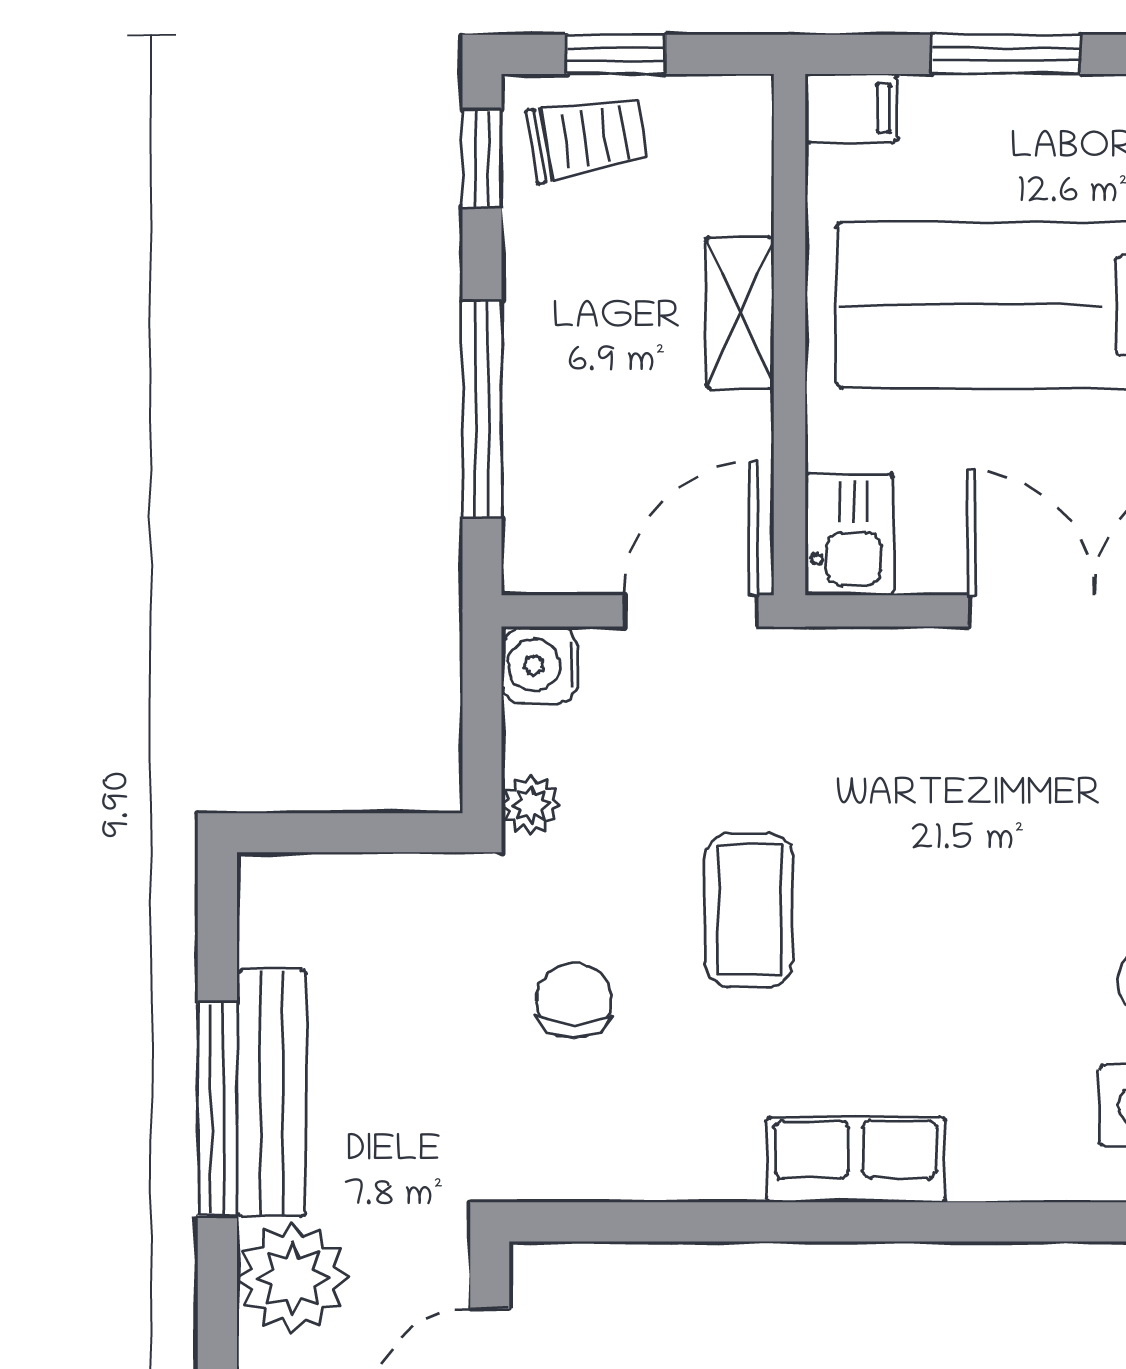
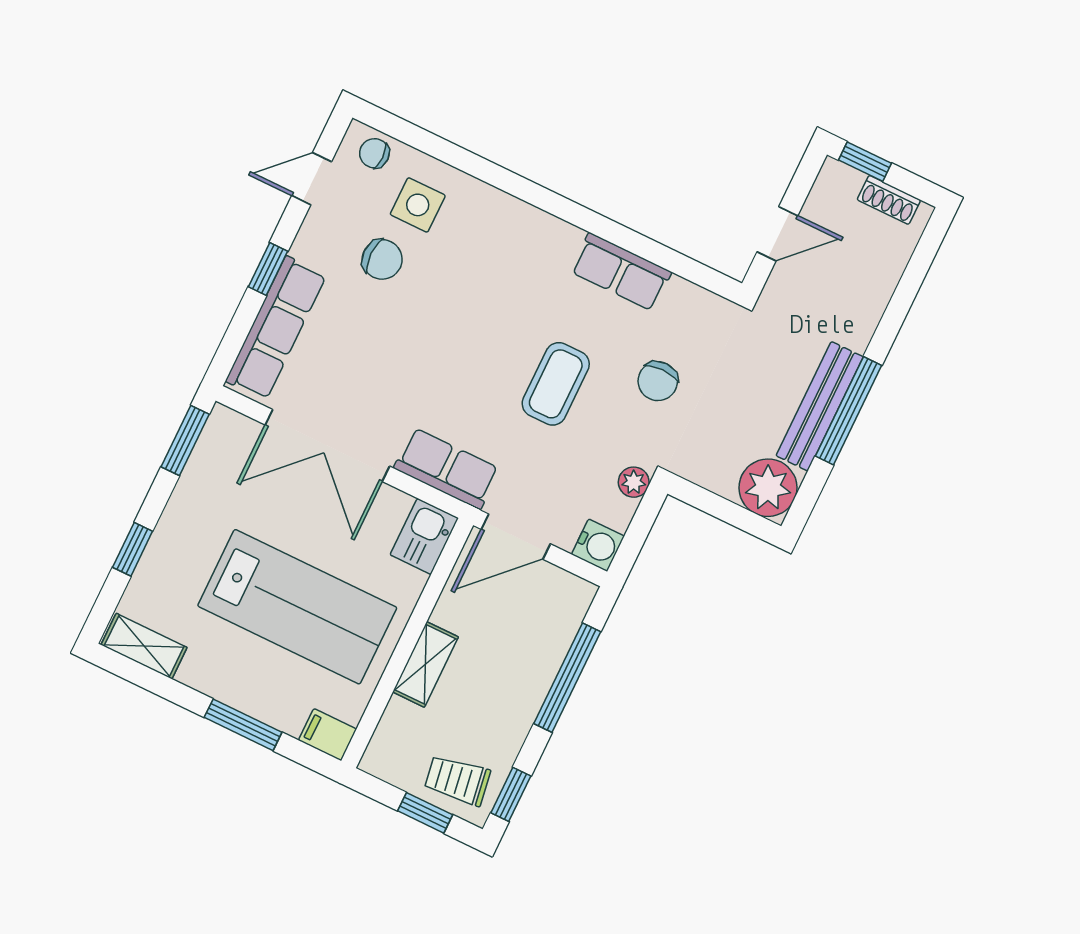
row of seats: (867, 671) -> (447, 469), added
row of seats: (856, 1160) -> (621, 272), moved
plant: (293, 1278) -> (768, 488), moved

